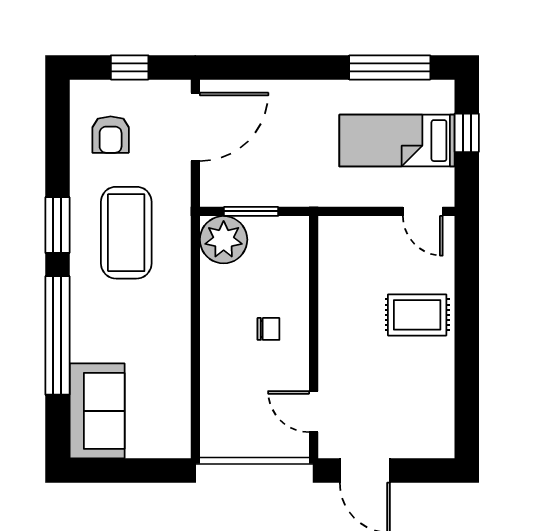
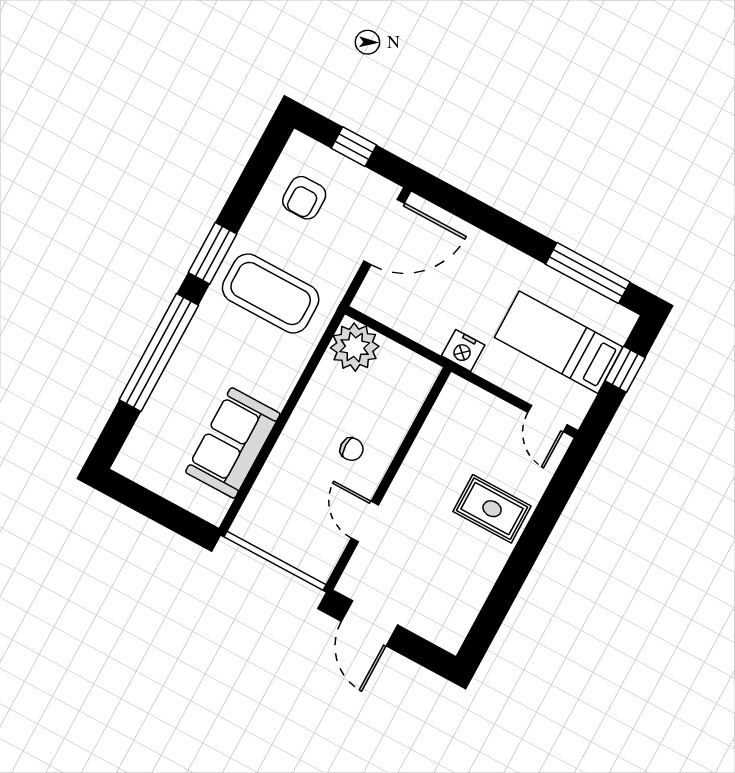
nightstand: (319, 192) -> (463, 350), added
window: (251, 211) -> (393, 335), removed
coffee table: (126, 233) -> (271, 293), turned 90
sofa: (97, 411) -> (233, 443), moved, turned 180
door: (314, 412) -> (365, 522), moved

